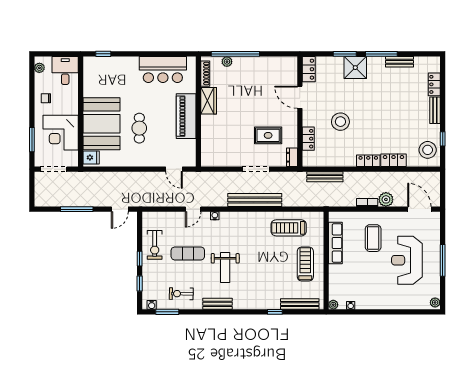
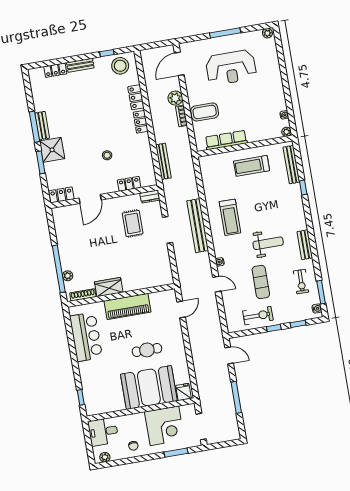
bench: (400, 62) -> (42, 126), moved
stool: (340, 122) -> (107, 155), width x0.53, depth x0.53
treadmill: (289, 228) -> (230, 217), moved
coffee table: (373, 238) -> (205, 112), moved

